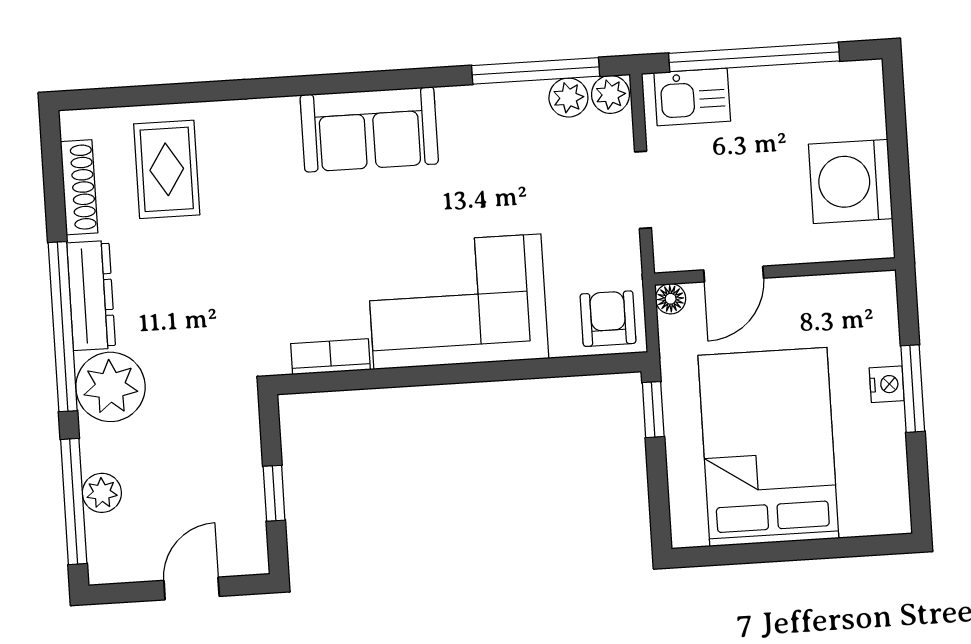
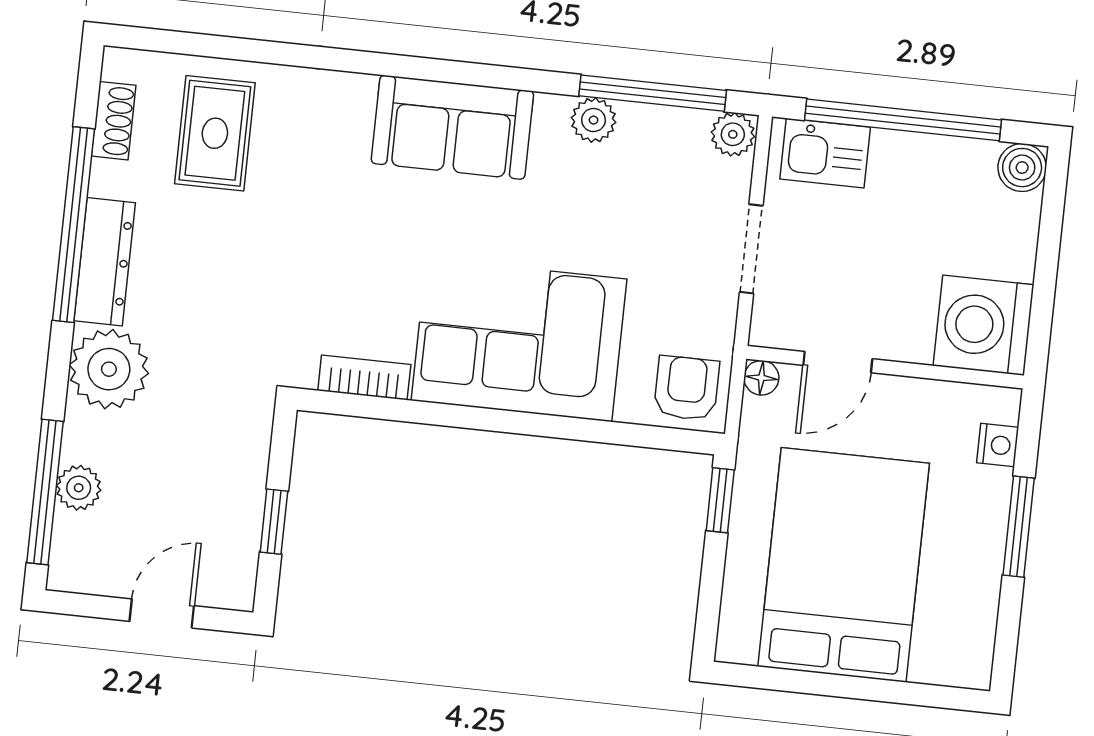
boiler: (863, 80) -> (1022, 168), added
plant: (568, 98) -> (594, 120), moved
washing machine: (851, 181) -> (983, 325), moved
shoe rack: (79, 187) -> (114, 121), width x0.70
window: (63, 327) -> (74, 225), moved
nightstand: (887, 384) -> (998, 445), moved

